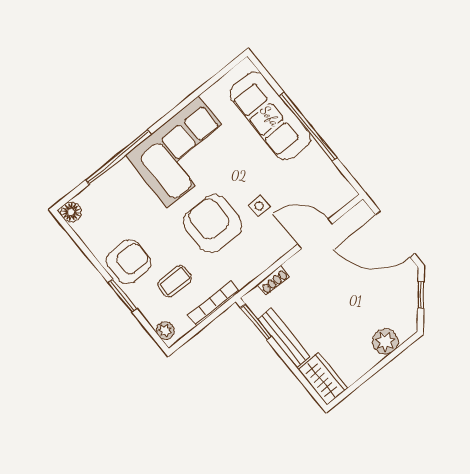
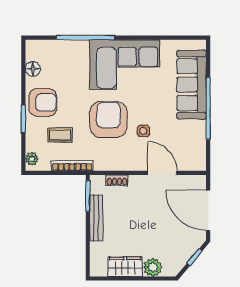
floor lamp: (71, 212) -> (33, 69), moved
wardrobe: (323, 379) -> (125, 267), moved, turned -90

